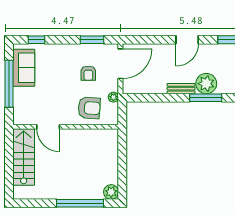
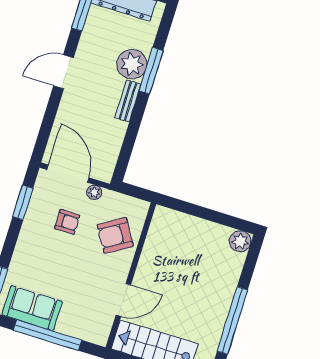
door: (187, 40) -> (63, 72), swing flipped
plant: (113, 97) -> (94, 192), moved
armchair: (89, 108) -> (115, 235), turned -125
window: (80, 203) -> (232, 321), moved

